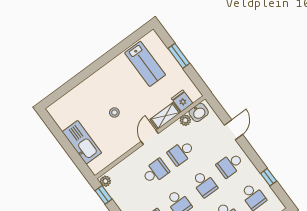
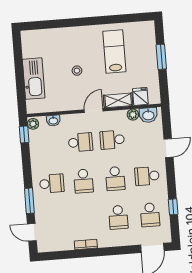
lab bench: (145, 64) -> (114, 52), moved, turned 180
washbasin: (121, 168) -> (53, 121), added

